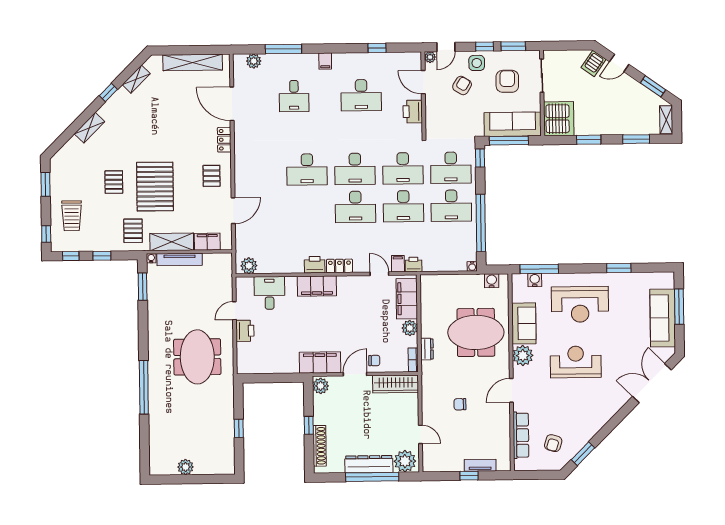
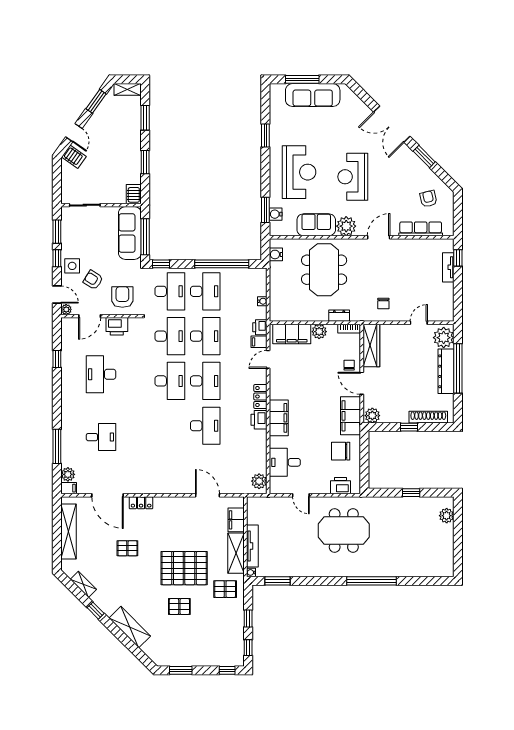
filing cabinet: (325, 61) -> (69, 488), moved
armchair: (507, 81) -> (122, 297), moved, turned 90
desk: (361, 95) -> (101, 374), turned 180
door: (232, 104) -> (108, 495), hinge flipped
server rack: (559, 119) -> (134, 194), width x0.46, depth x0.70
shelving: (90, 128) -> (130, 627), width x1.50, depth x1.33
desk: (307, 169) -> (205, 426), moved
pallet: (212, 176) -> (127, 548), moved
trolley: (72, 216) -> (210, 646), removed
water cooler: (472, 266) -> (262, 301), moved
window: (539, 269) -> (265, 210), width x0.69
printer: (245, 331) -> (341, 486), moved
chair: (282, 353) -> (341, 451), added
double door: (652, 383) -> (392, 124), moved
door: (511, 390) -> (379, 237), swing flipped
chair: (460, 404) -> (383, 303), moved
armchair: (553, 443) -> (428, 199), turned -120
window: (583, 454) -> (424, 156), moved
plant: (186, 467) -> (447, 516), moved
window: (469, 476) -> (458, 258), moved

